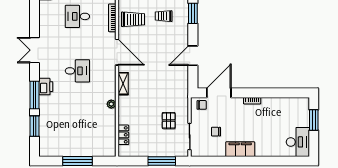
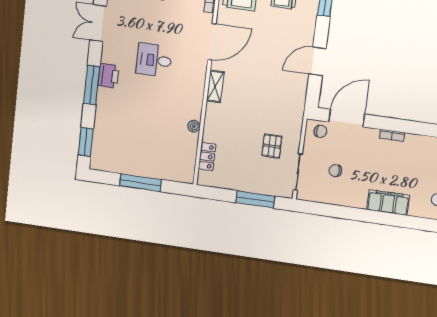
door: (117, 52) -> (212, 42), hinge flipped
desk: (77, 71) -> (154, 60), turned 180
plant: (111, 104) -> (194, 126), moved
window: (34, 126) -> (86, 142), moved
filing cabinet: (240, 149) -> (388, 202), moved

